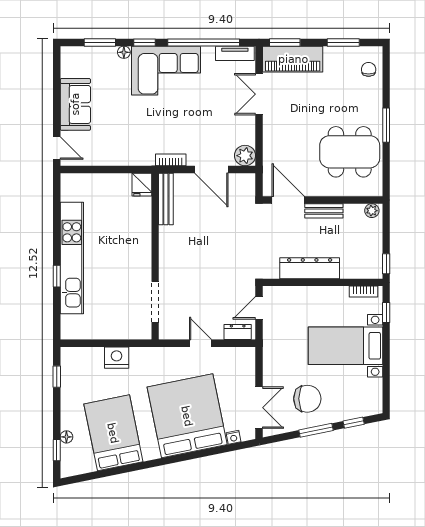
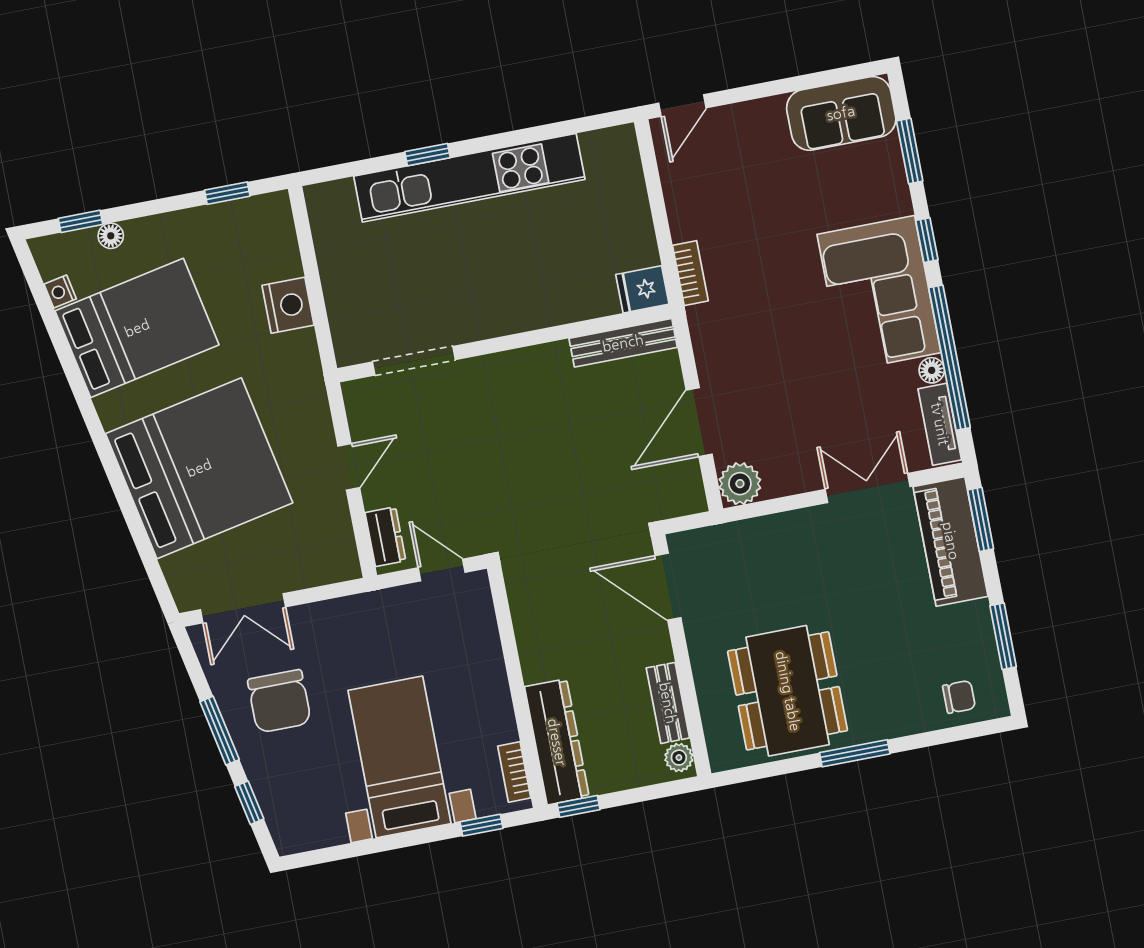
floor lamp: (124, 52) -> (932, 370), moved
sofa: (75, 104) -> (841, 113), moved
bookcase: (171, 160) -> (690, 273), moved
door: (288, 200) -> (668, 587), swing flipped
bench: (324, 211) -> (668, 703), moved
dresser: (310, 268) -> (557, 742), moved
nightstand: (233, 437) -> (60, 292), moved

